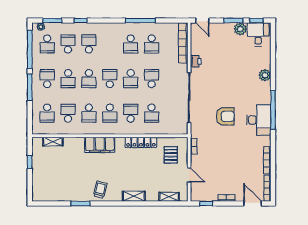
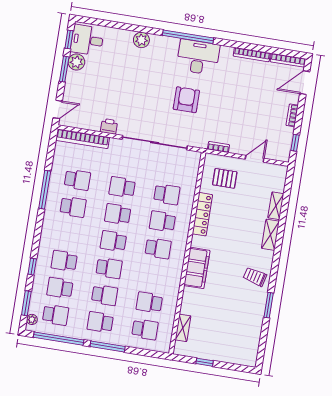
school desk: (131, 79) -> (118, 214), turned 180
school desk: (89, 113) -> (154, 275), removed
shelving: (169, 197) -> (276, 206), moved

